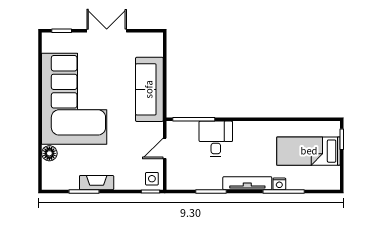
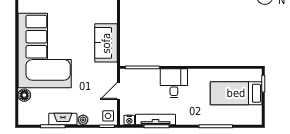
sofa: (149, 89) -> (106, 43), width x0.73
desk: (216, 139) -> (174, 83), moved
plant: (121, 183) -> (83, 120), added
tv unit: (247, 183) -> (155, 120), moved
nightstand: (279, 184) -> (129, 120), moved

